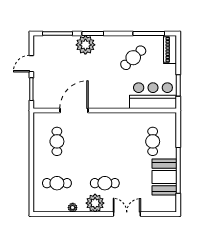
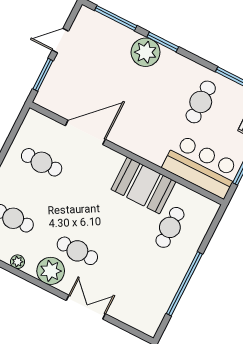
cafe table: (133, 58) -> (201, 102), turned -47
cafe table: (57, 141) -> (42, 162), turned 90
booth: (164, 177) -> (143, 185), moved, turned 90

